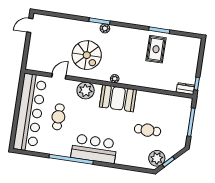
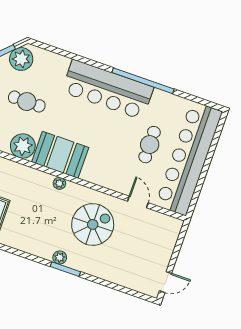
spiral stairs: (87, 55) -> (93, 224), turned 90
door: (59, 76) -> (138, 202), swing flipped
plant: (86, 91) -> (23, 146), moved
bar counter: (94, 149) -> (108, 90), width x1.36

